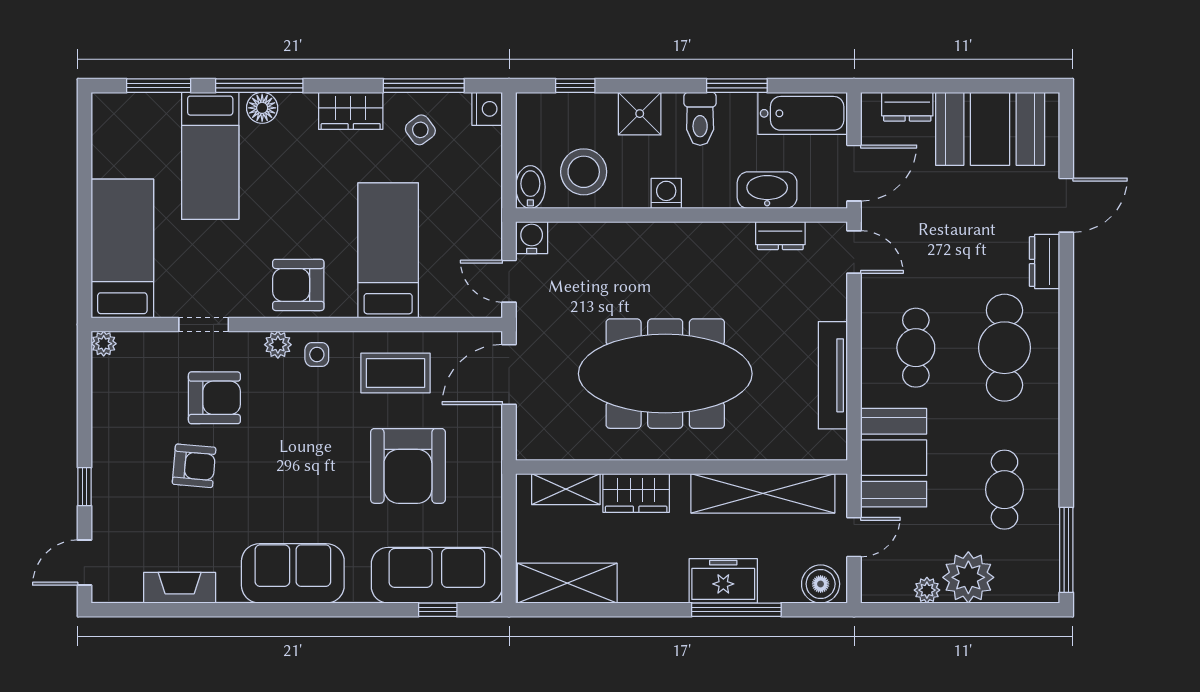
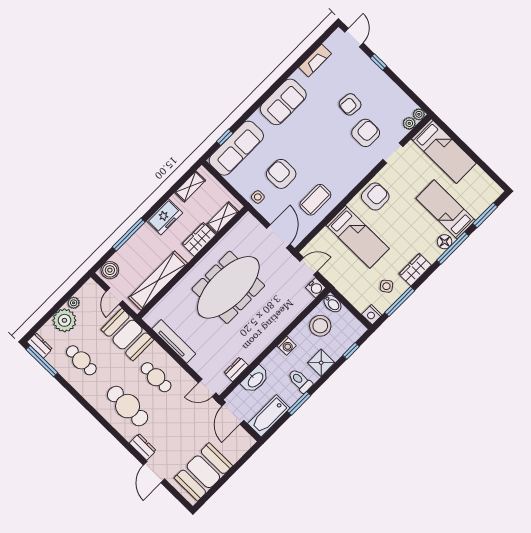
dresser: (907, 107) -> (40, 345), moved, turned 90
plant: (278, 345) -> (409, 123), moved
side table: (317, 354) -> (258, 197), moved
armchair: (214, 398) -> (366, 133), turned 180
armchair: (408, 466) -> (281, 174), width x0.73, depth x0.73
freezer: (723, 581) -> (165, 217), moved
shelving: (567, 583) -> (190, 186), width x0.67, depth x0.75

